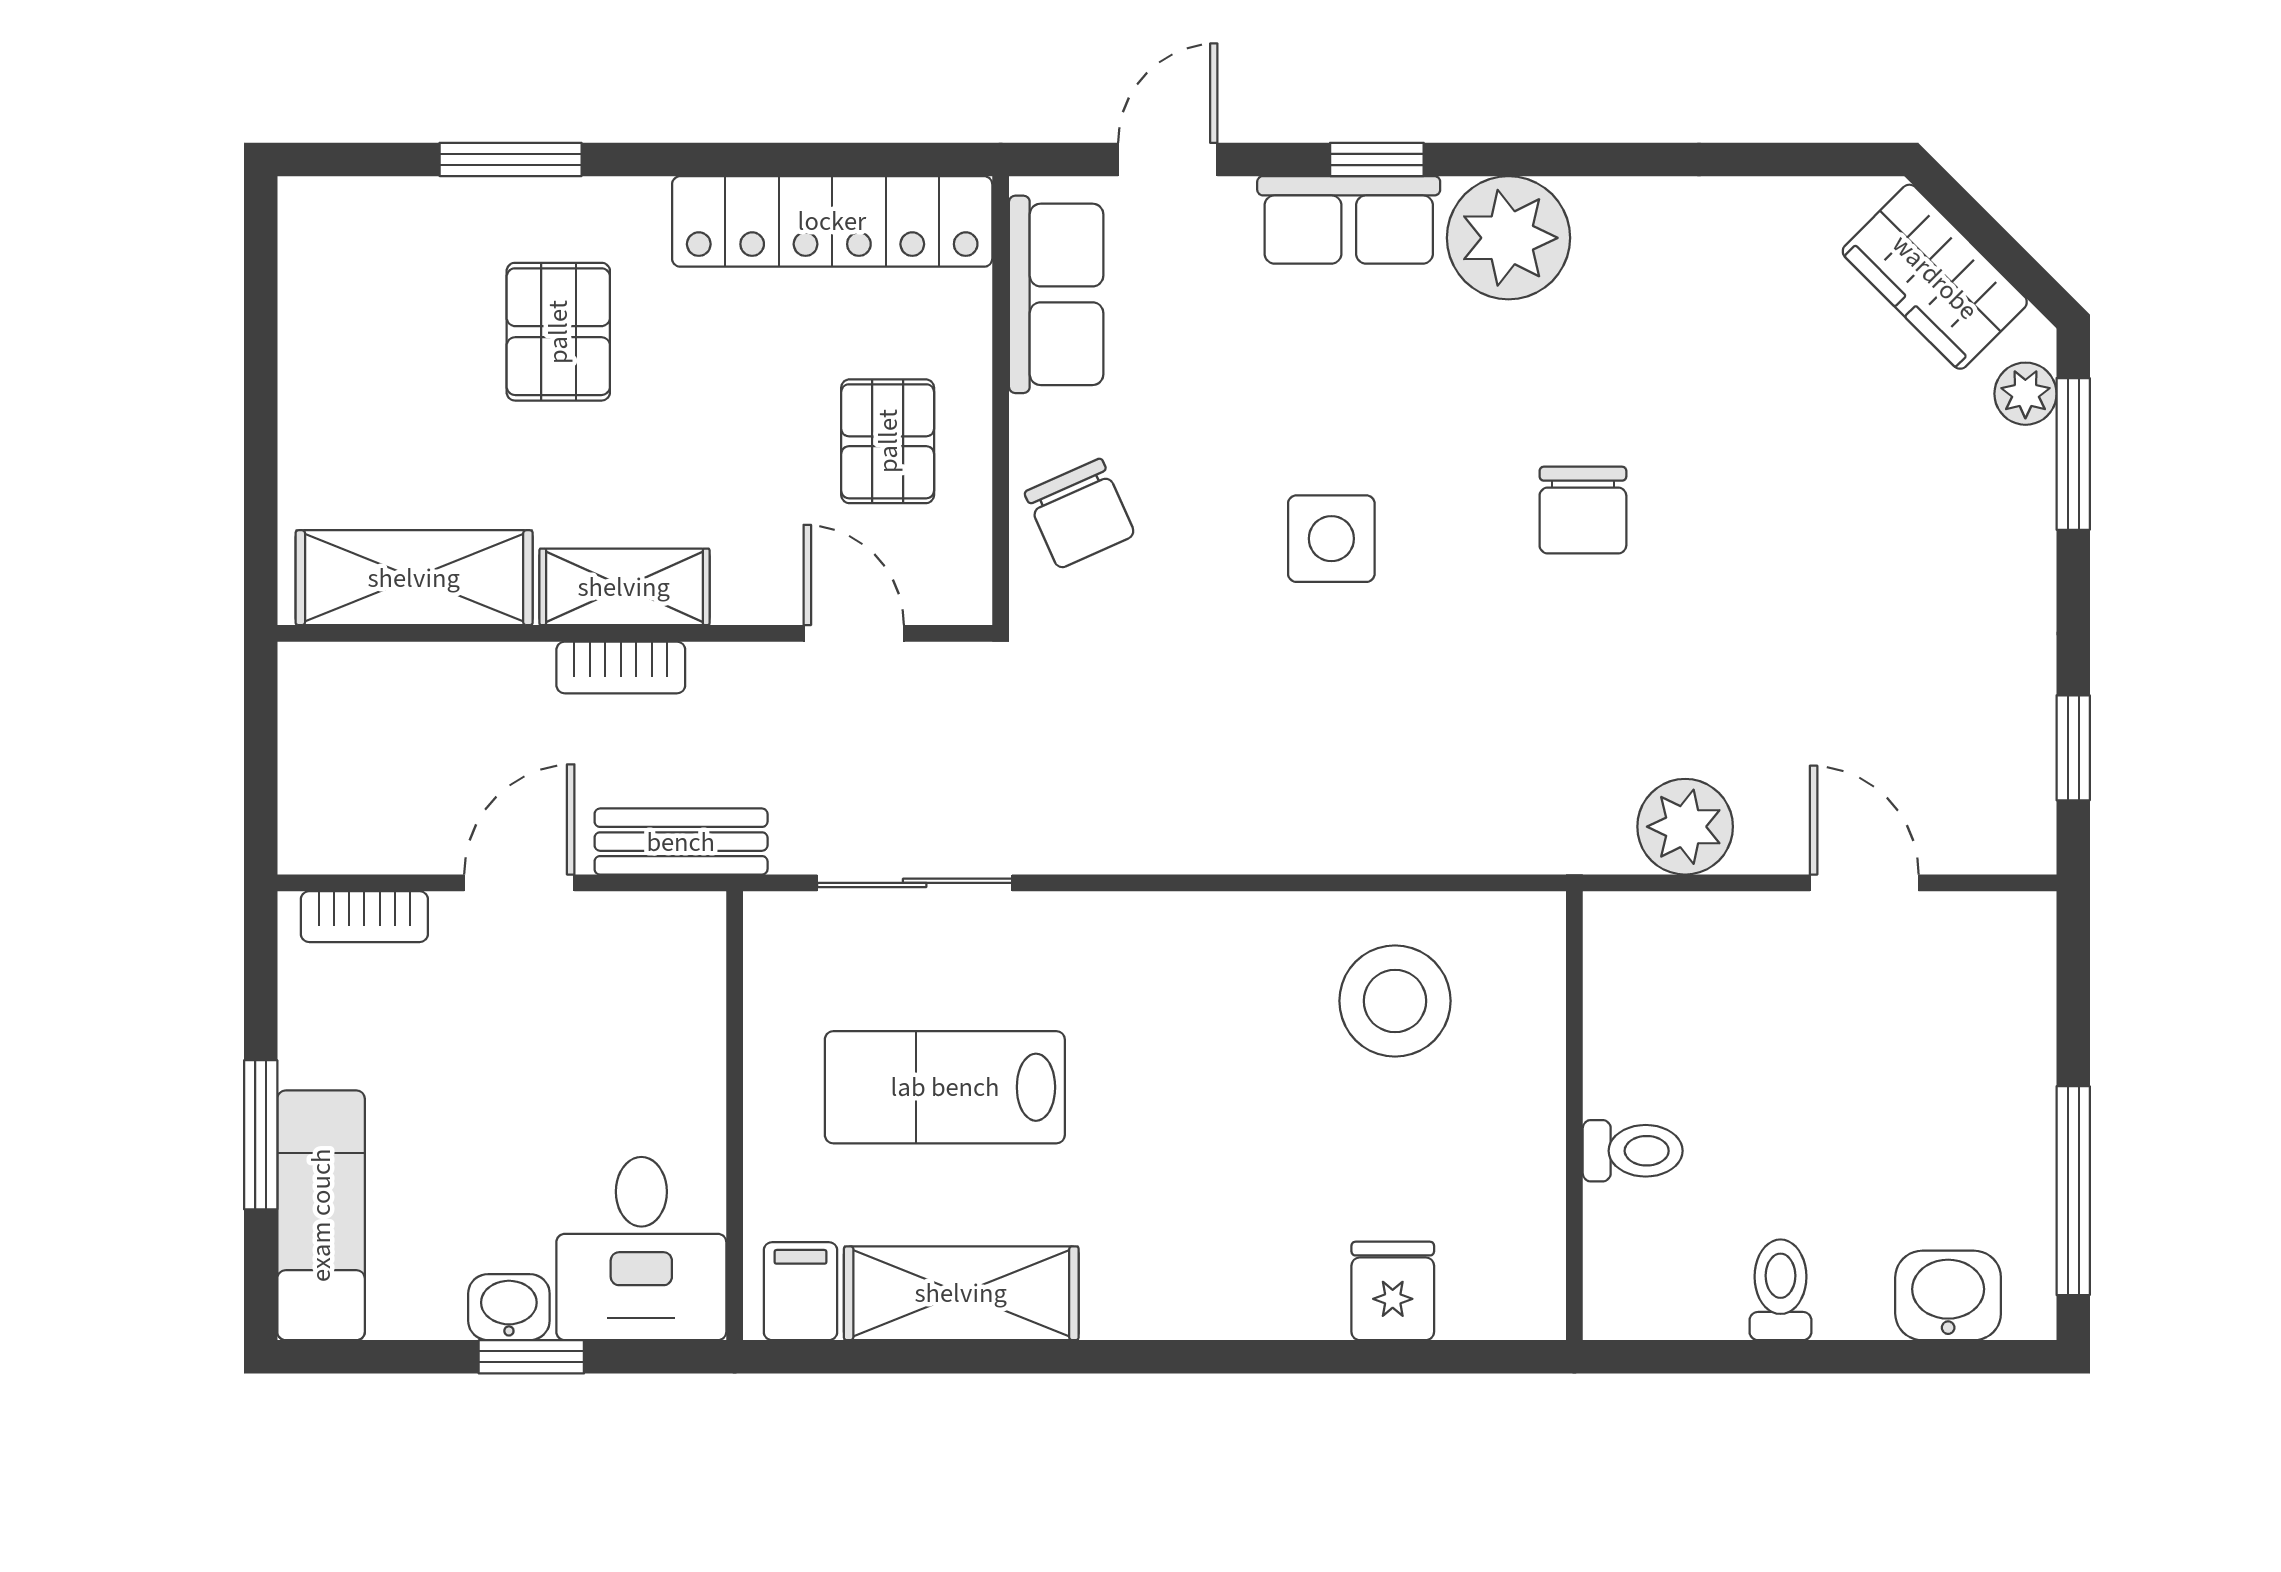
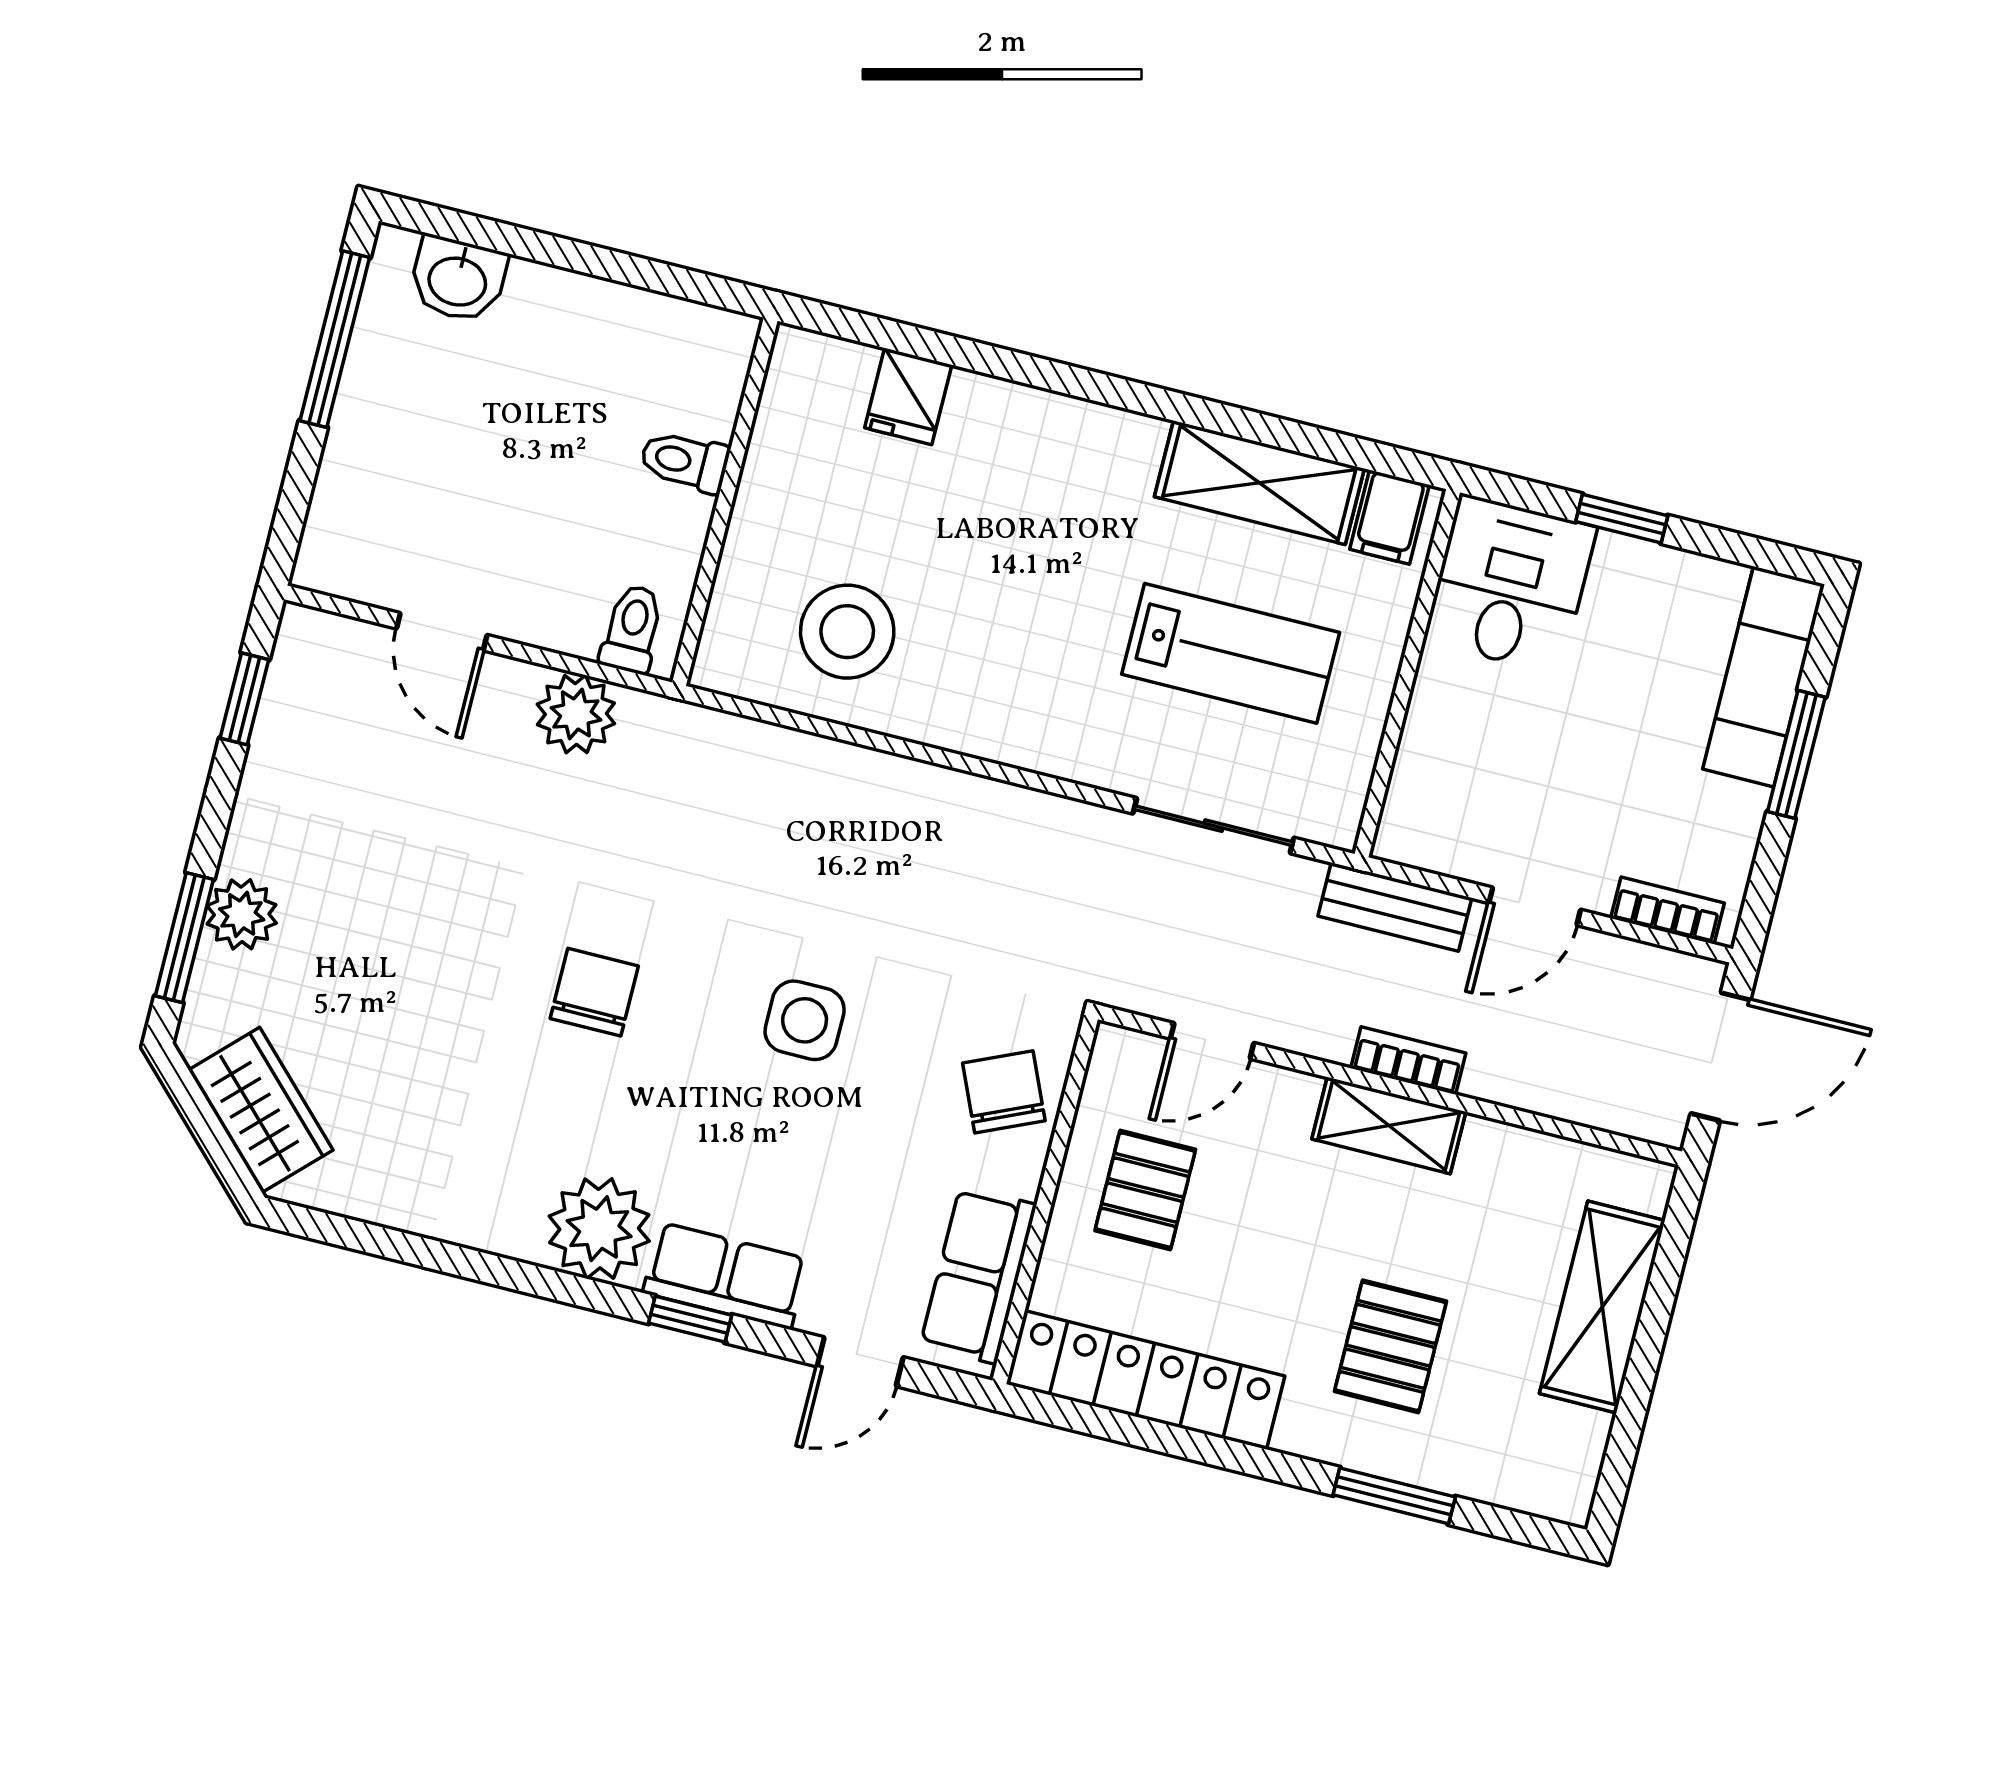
plant: (2025, 394) -> (242, 914), moved, width x1.38, depth x1.38
shelving: (414, 578) -> (1602, 1307), moved, turned 90
door: (854, 633) -> (1212, 1041), hinge flipped
door: (261, 763) -> (1720, 1057), added
toilet: (1780, 1290) -> (632, 629), moved, turned 180
washbasin: (509, 1307) -> (1630, 564), removed

